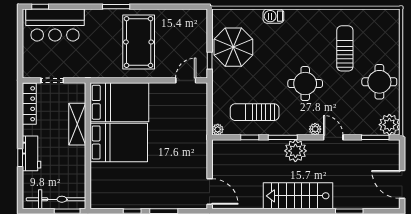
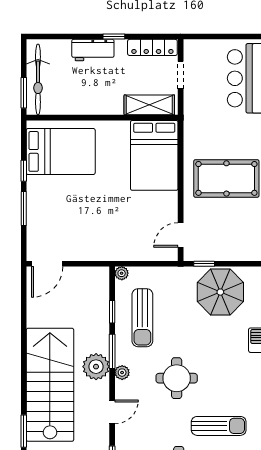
door: (186, 80) -> (181, 235), swing flipped
sun lounger: (255, 112) -> (142, 318), turned 180
shelving: (77, 124) -> (149, 105), moved
plant: (315, 129) -> (122, 373), moved
bed: (119, 142) -> (61, 151), moved, turned -90
window: (20, 158) -> (114, 37), moved
stairs: (298, 196) -> (50, 385), width x1.36, depth x1.51

